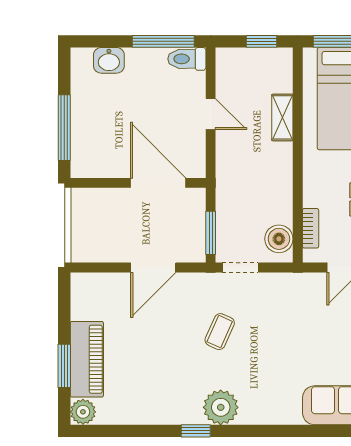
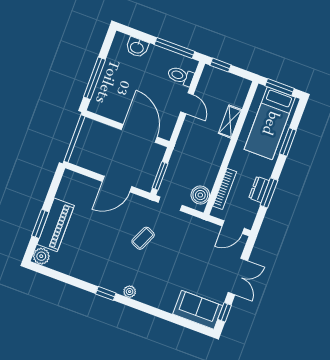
window: (261, 41) -> (220, 65), moved
toilet: (187, 59) -> (181, 76), moved
bookcase: (311, 228) -> (225, 189), width x1.56
plant: (221, 407) -> (130, 292), width x0.53, depth x0.53

